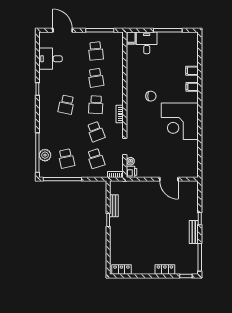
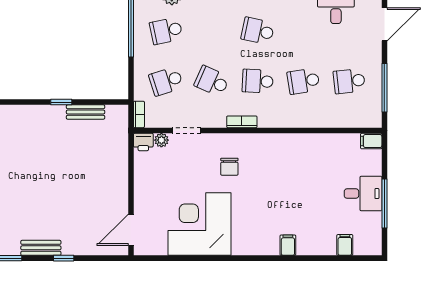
desk: (147, 43) -> (363, 194), moved
filing cabinet: (192, 71) -> (345, 245), moved
chair: (151, 96) -> (229, 167), moved
corner desk: (180, 121) -> (200, 224), moved
school desk: (96, 132) -> (212, 81), turned 45
door: (169, 179) -> (131, 230), moved

